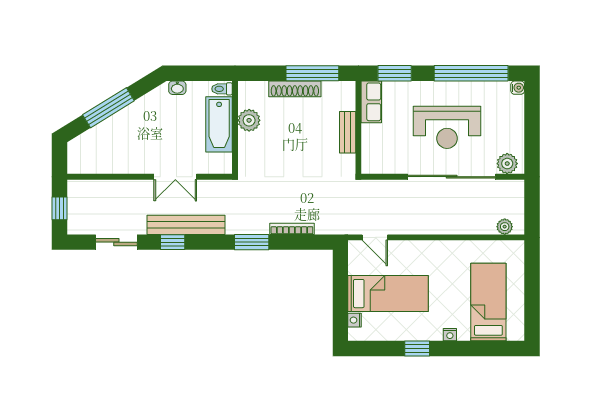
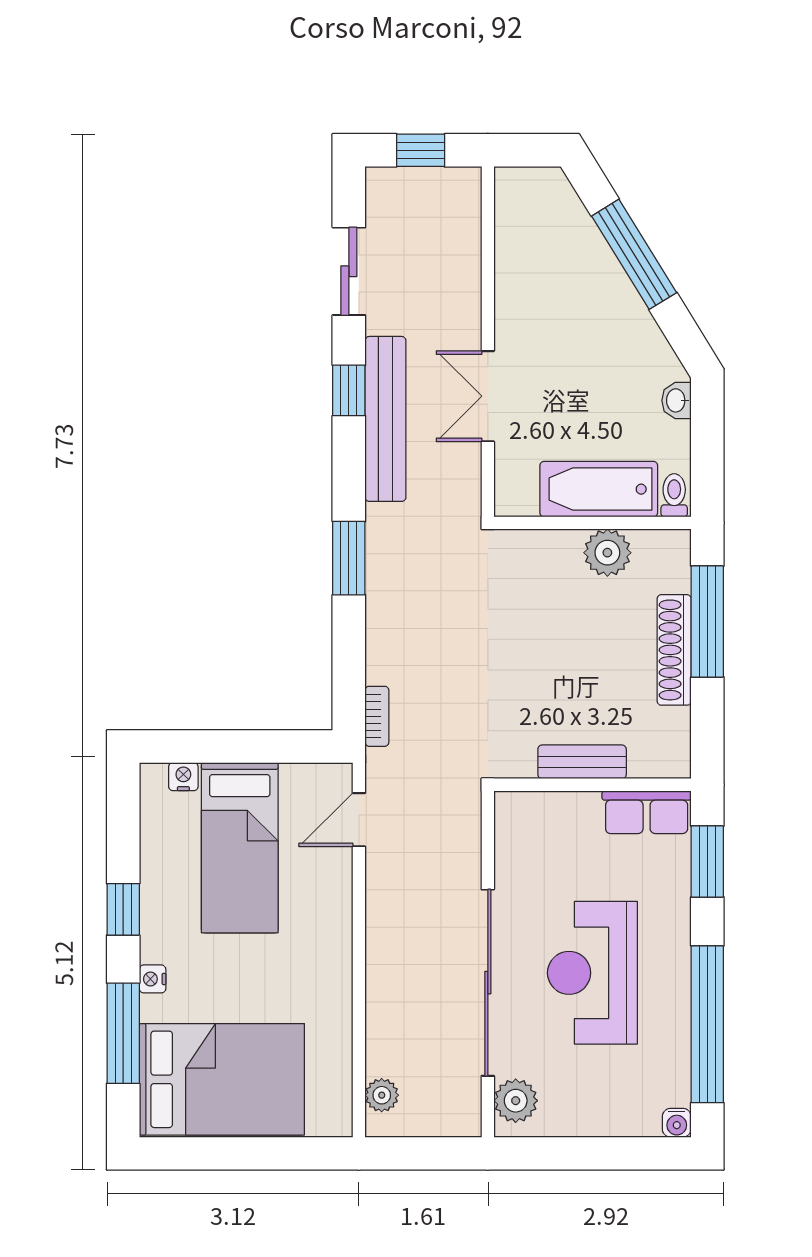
window: (312, 73) -> (707, 622), moved
bookcase: (292, 229) -> (377, 716), moved, width x0.64
bed: (488, 302) -> (222, 1079), width x1.50
window: (475, 348) -> (123, 1033), added

